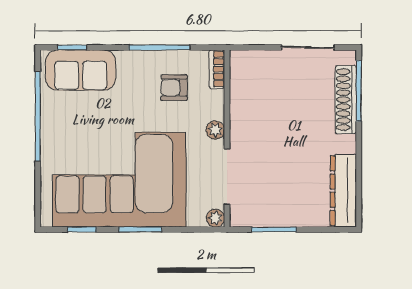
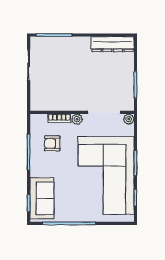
bookcase: (217, 69) -> (59, 118), moved
armchair: (174, 88) -> (52, 143), turned 90
shoe rack: (346, 100) -> (59, 43), removed

